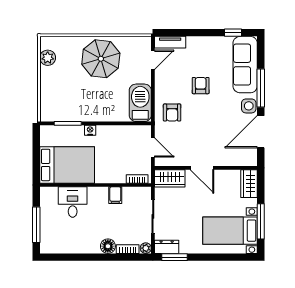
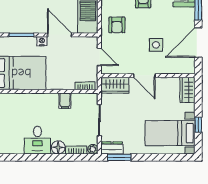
side table: (249, 106) -> (156, 45), moved
door: (109, 123) -> (60, 35), added
desk: (73, 202) -> (37, 140), moved, turned 180
window: (261, 221) -> (198, 125), width x0.46

